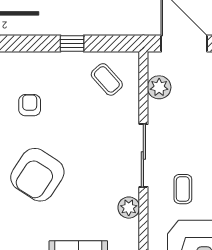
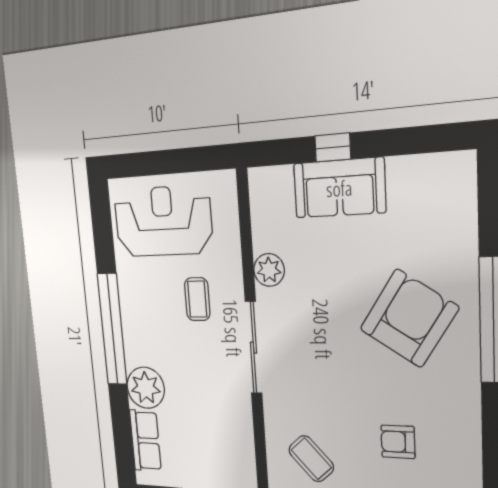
plant: (159, 87) -> (239, 444), removed
armchair: (30, 105) -> (398, 442), moved, turned 90

